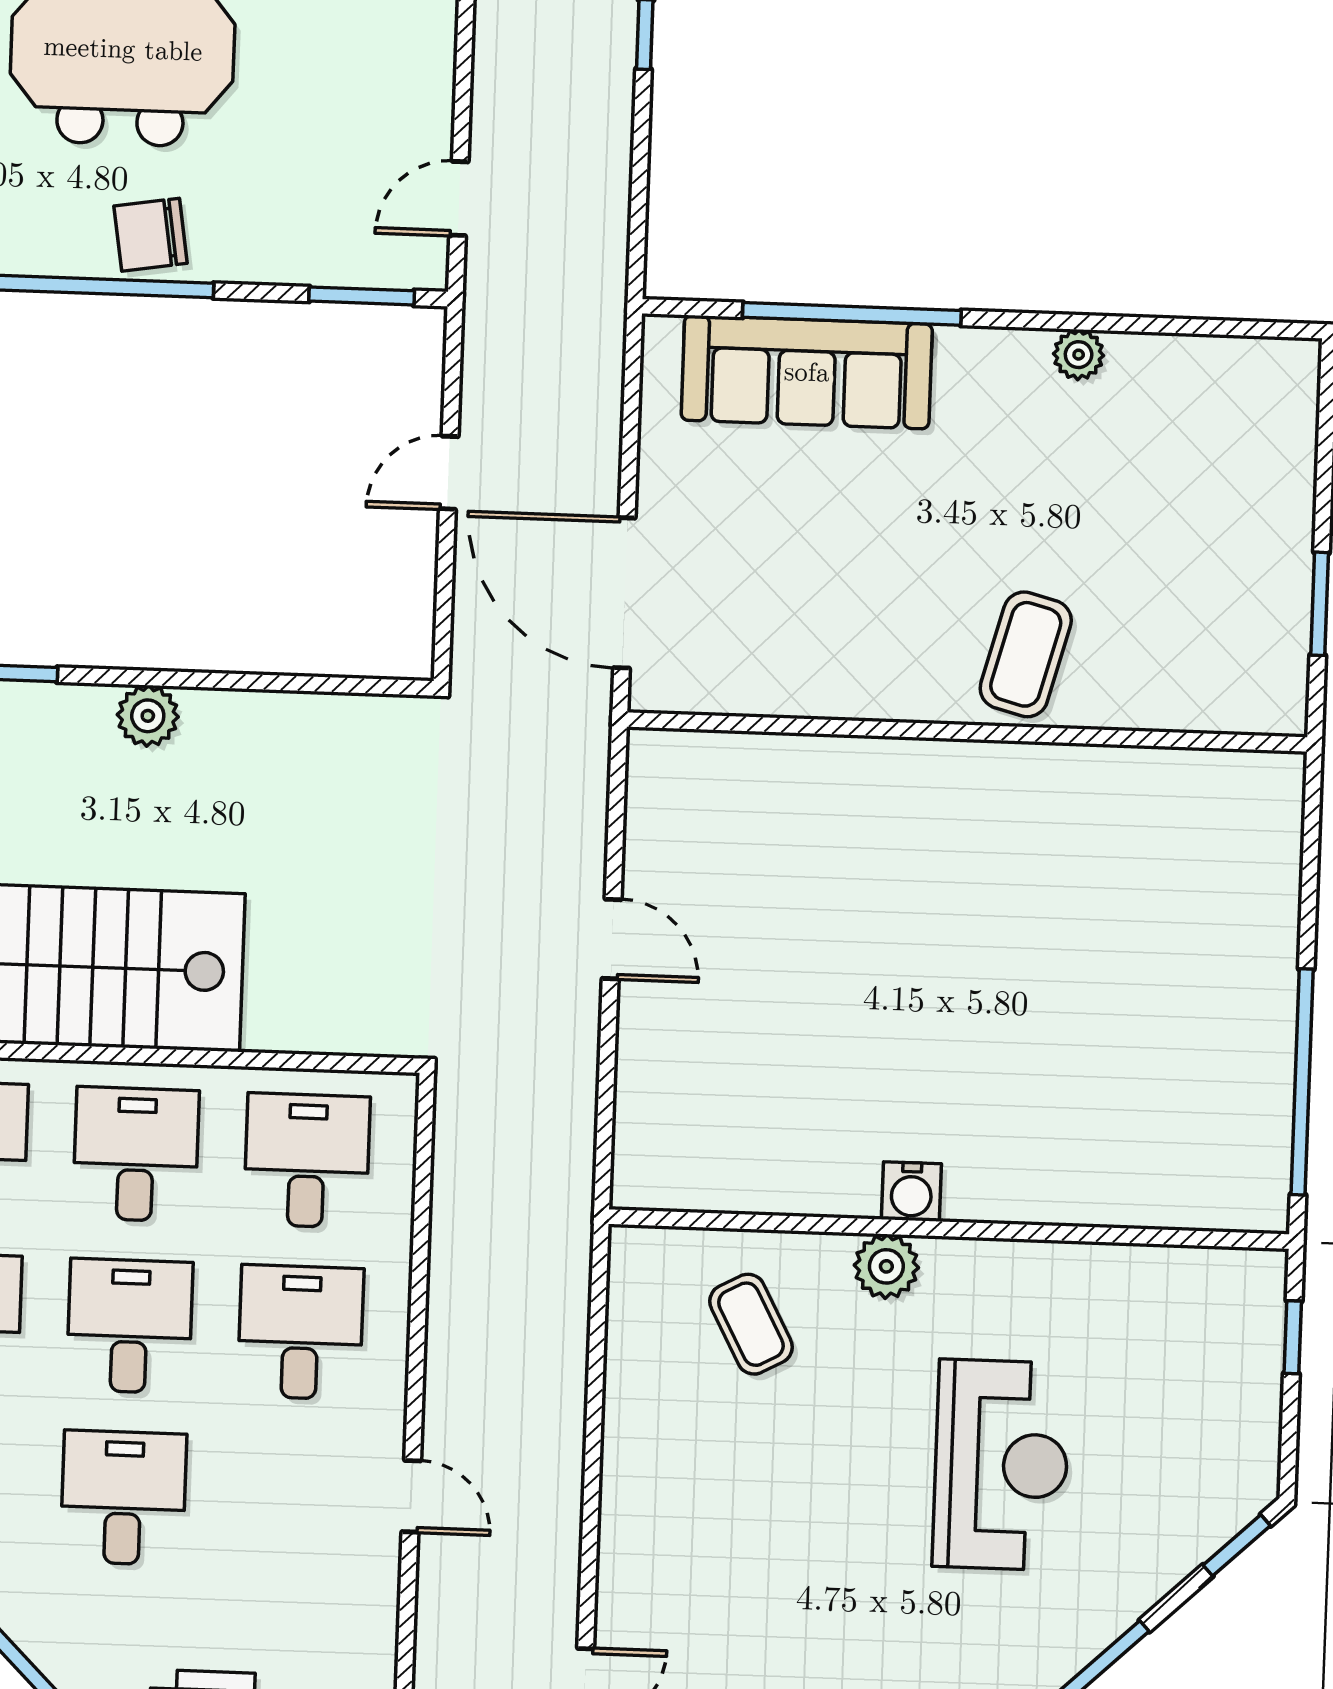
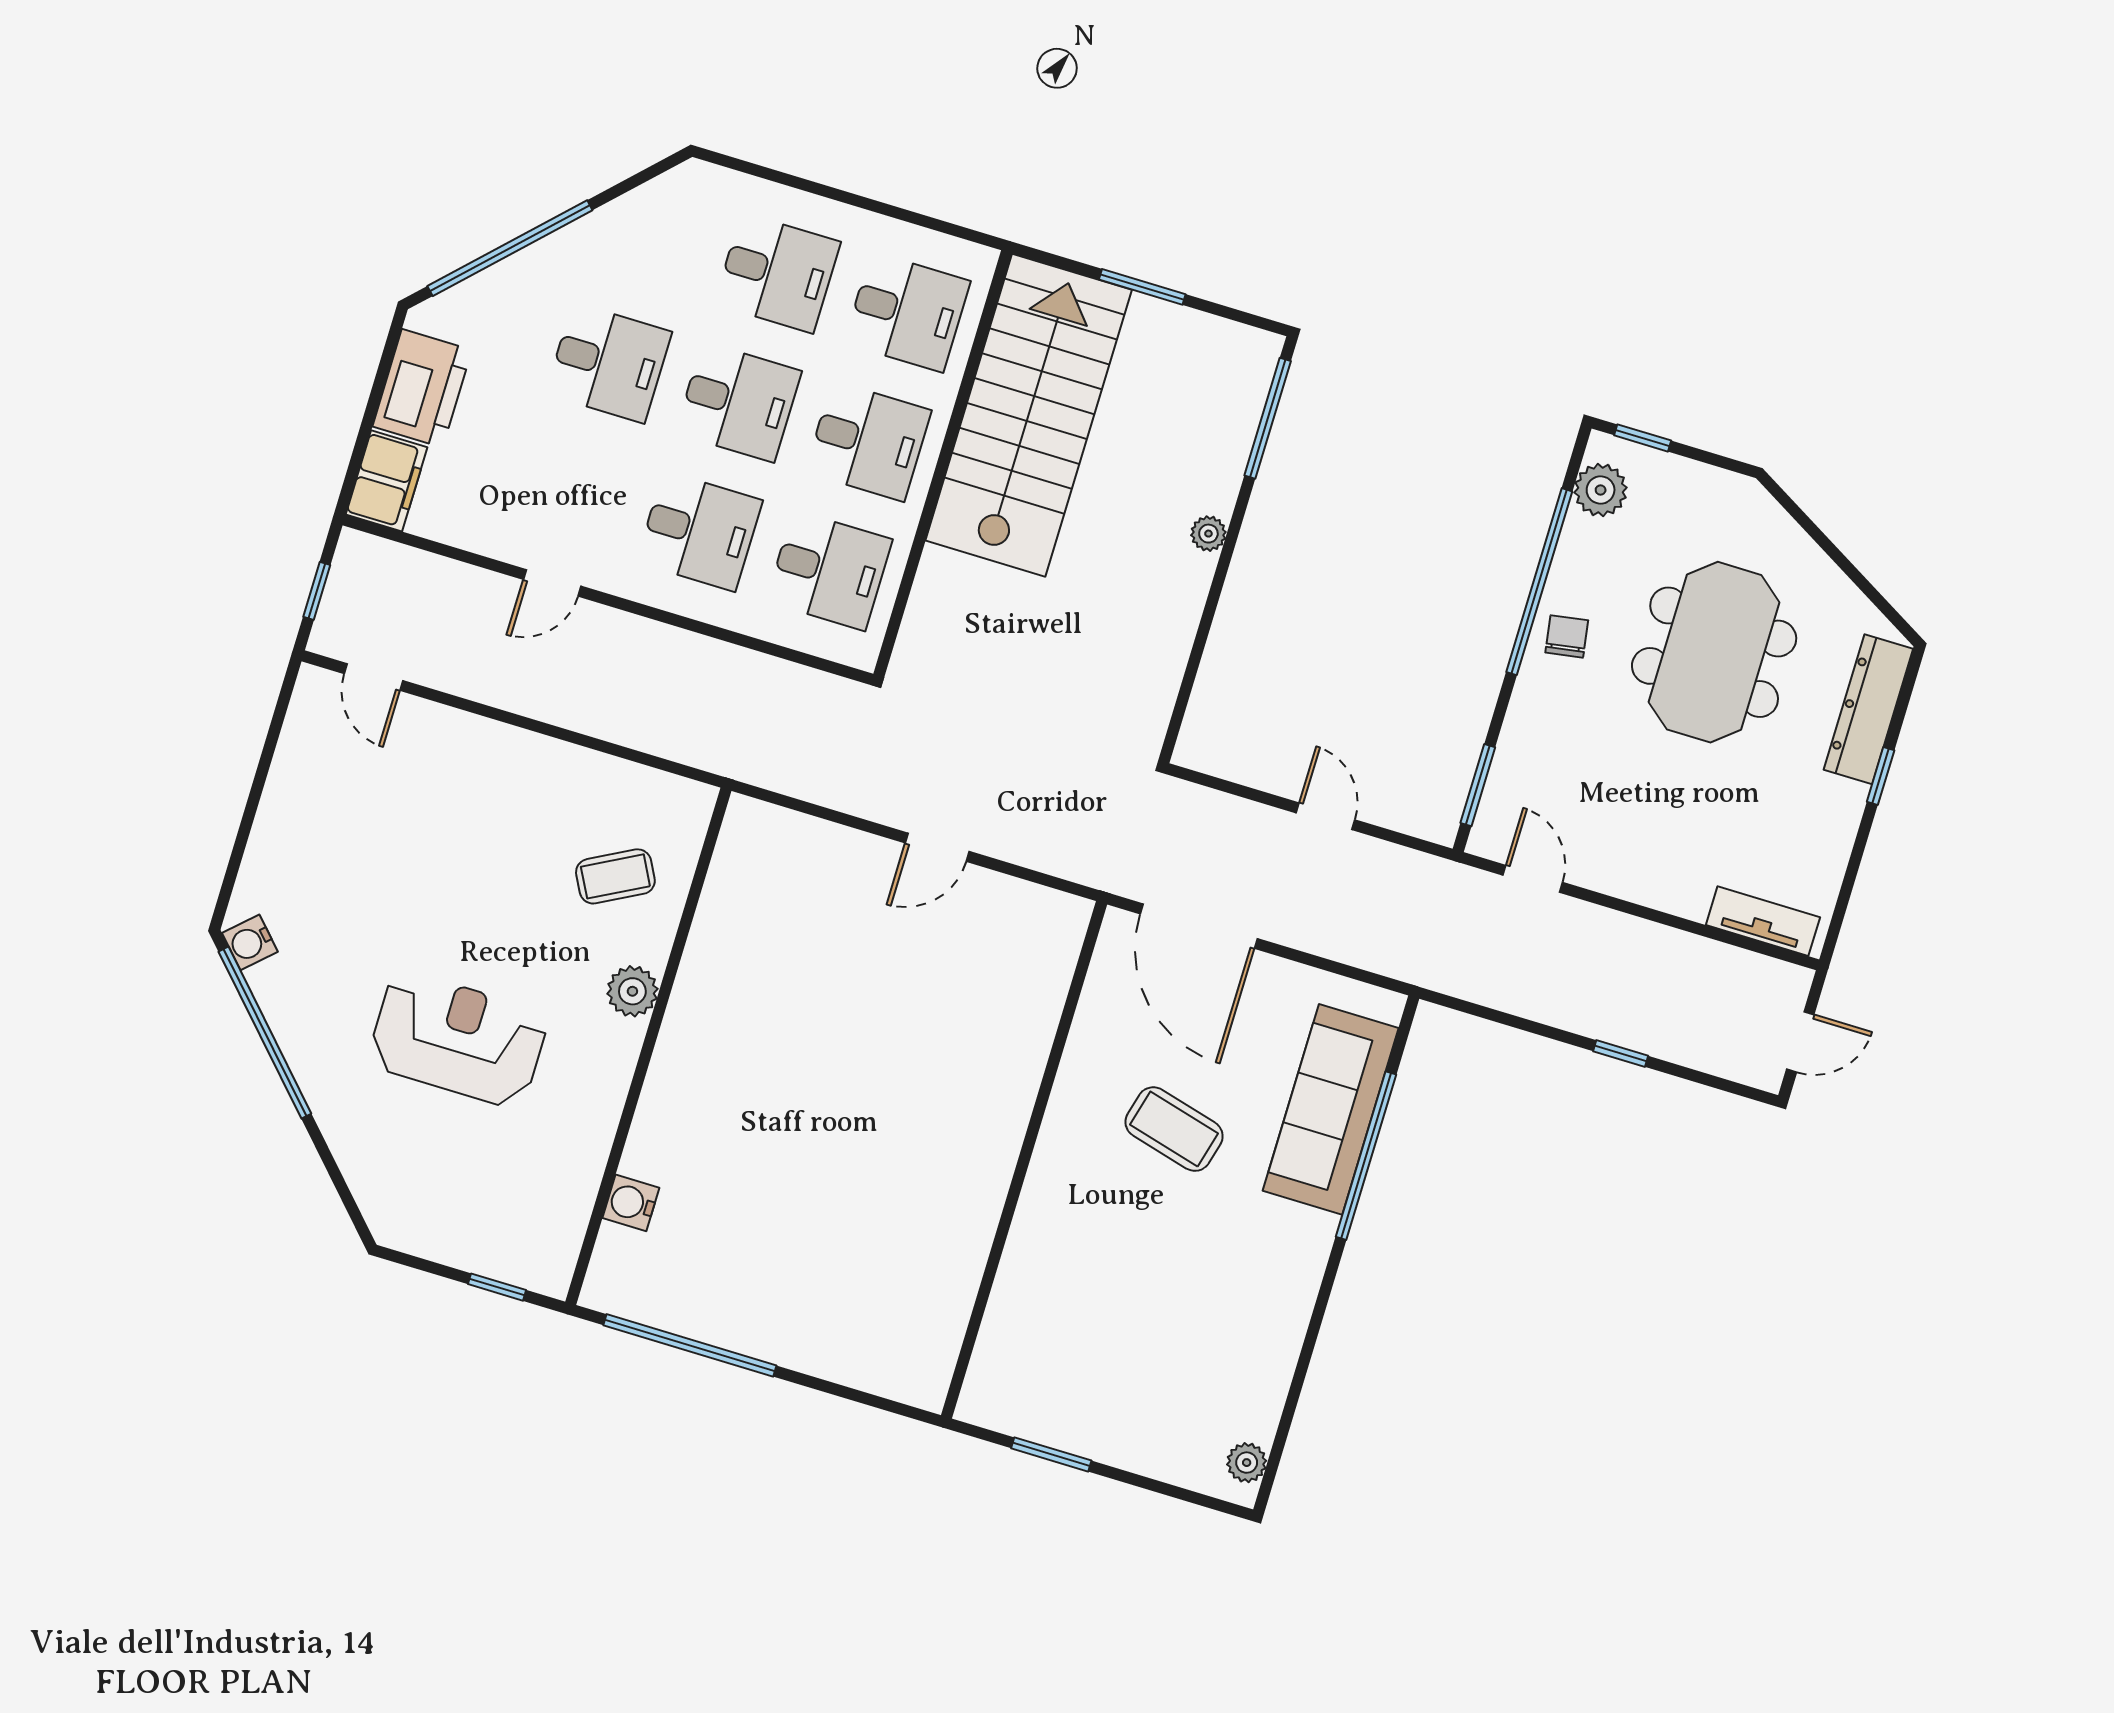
chair: (151, 235) -> (1567, 636), width x0.73, depth x0.73
plant: (1079, 355) -> (1247, 1463), moved
door: (624, 593) -> (1199, 926), swing flipped
coffee table: (1026, 654) -> (1174, 1129), moved
plant: (148, 716) -> (1208, 534), width x0.73, depth x0.73
water cooler: (911, 1192) -> (631, 1203), moved
reception desk: (1001, 1465) -> (458, 1039), turned 180
window: (1237, 1545) -> (349, 1203), removed

